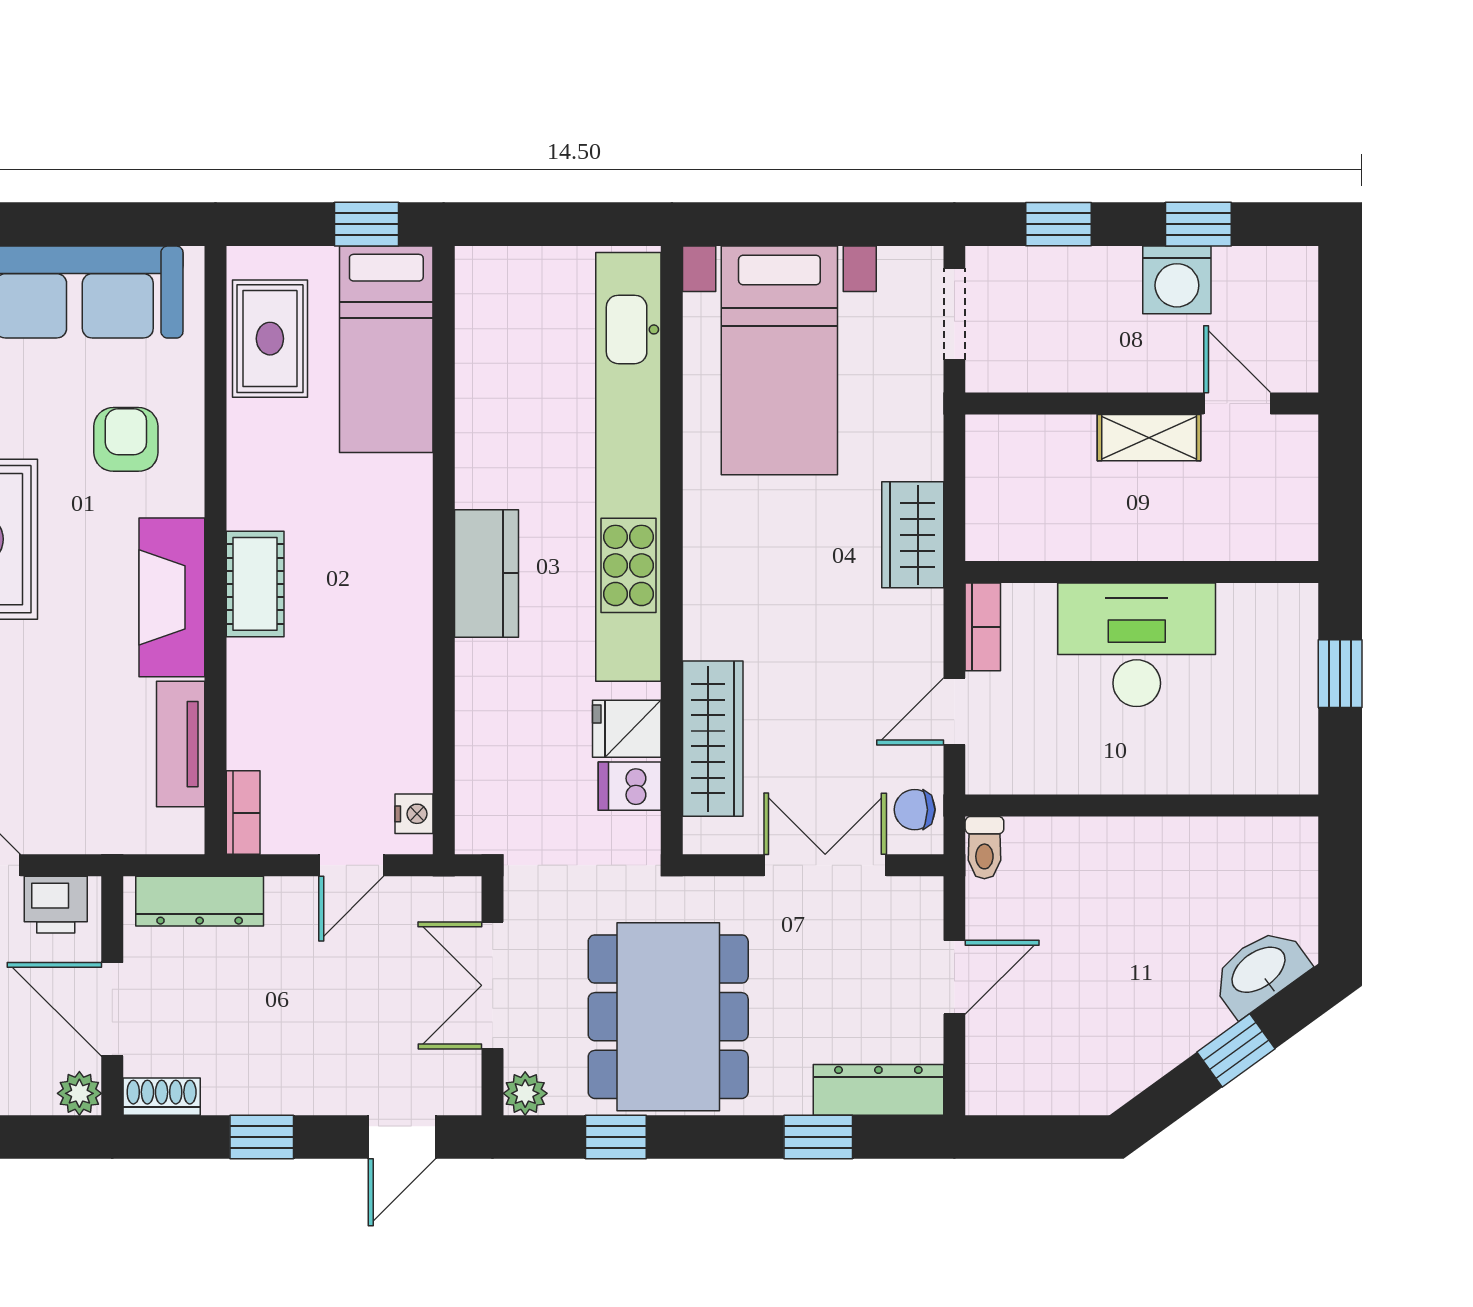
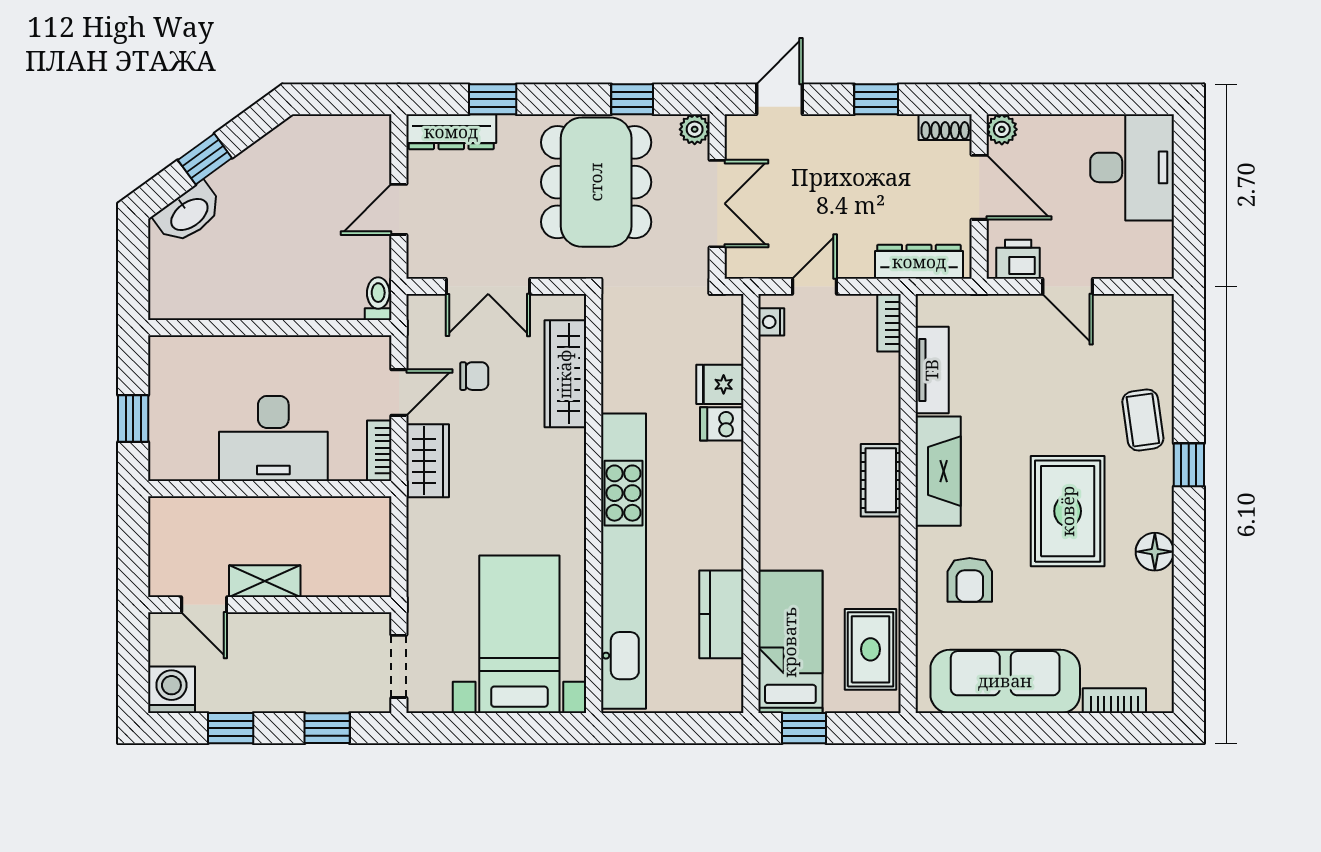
washing machine: (1177, 280) -> (171, 690), moved
wardrobe: (913, 535) -> (428, 461), moved
kitchen counter: (486, 573) -> (721, 614), moved
fridge: (627, 729) -> (720, 384), moved, turned 180
dishwasher: (630, 786) -> (722, 424), moved, turned 180
chair: (915, 810) -> (474, 376), moved

